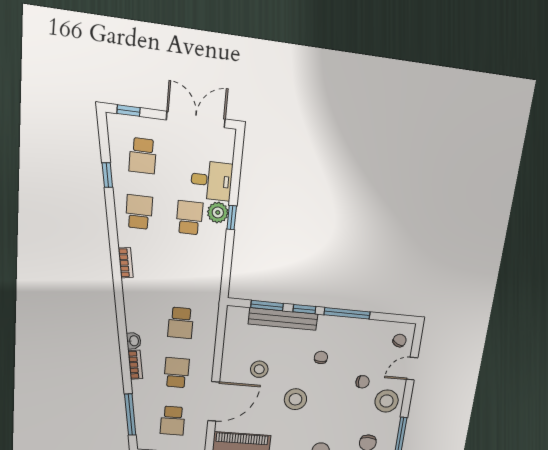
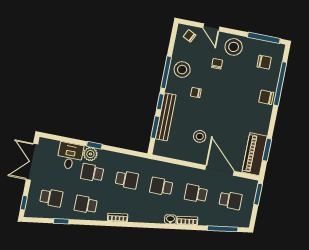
school desk: (185, 271) -> (127, 180), added
school desk: (181, 323) -> (161, 187), turned 180
stool: (295, 399) -> (182, 70), moved

